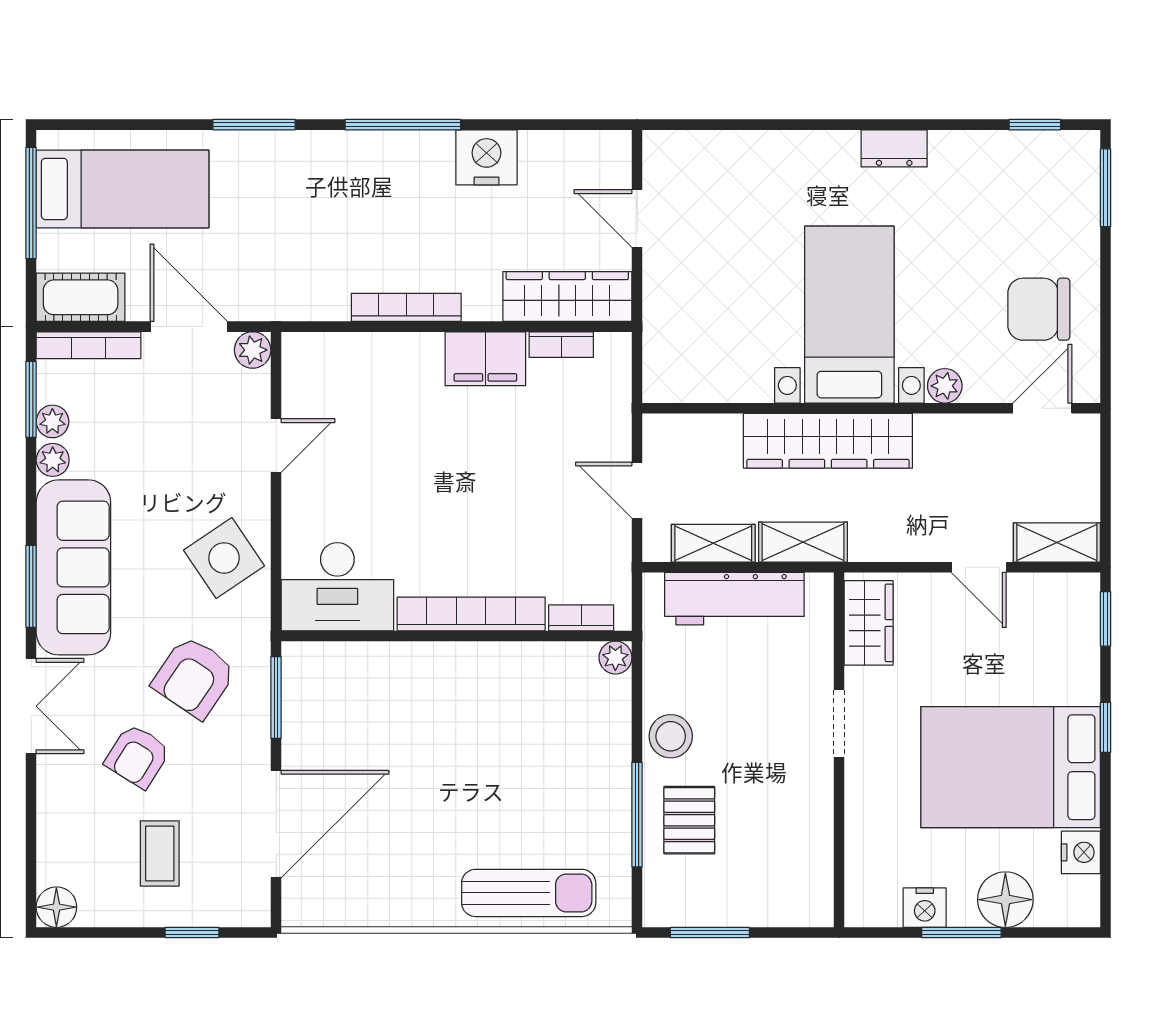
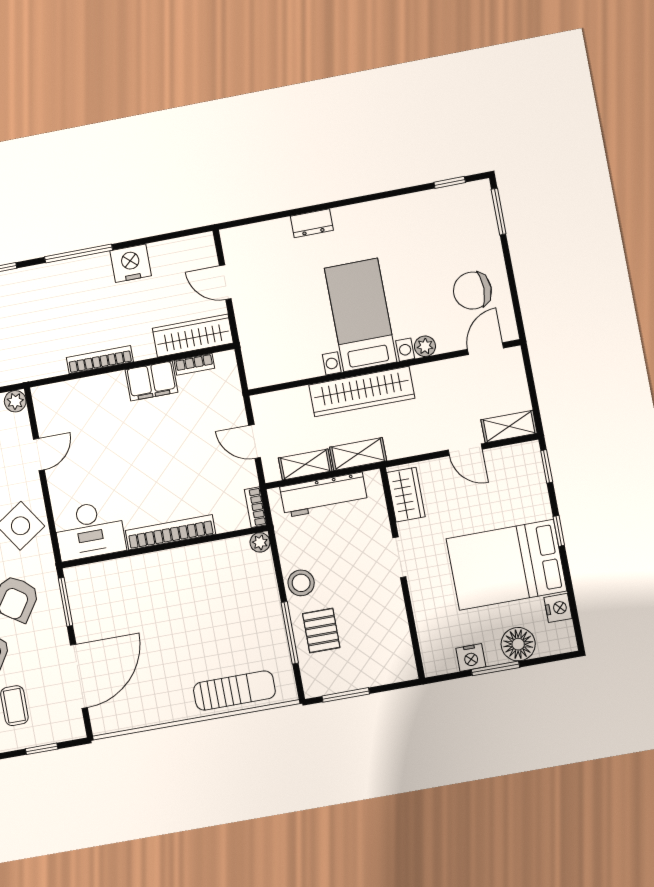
dresser: (894, 148) -> (312, 223), moved
bookcase: (581, 618) -> (256, 507), moved, turned -90

